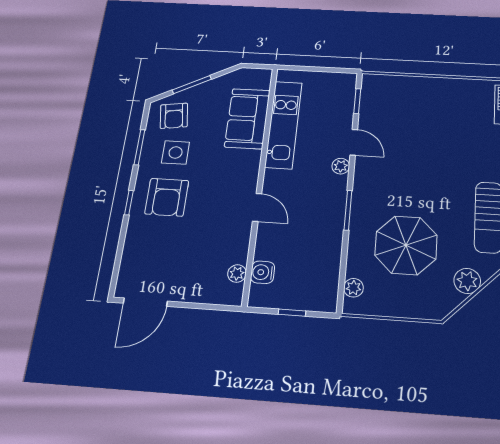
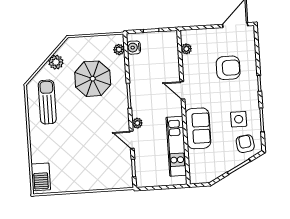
sofa: (247, 119) -> (198, 128), moved
armchair: (167, 197) -> (228, 68), moved, turned 90
water cooler: (263, 272) -> (134, 48), moved, turned 180

